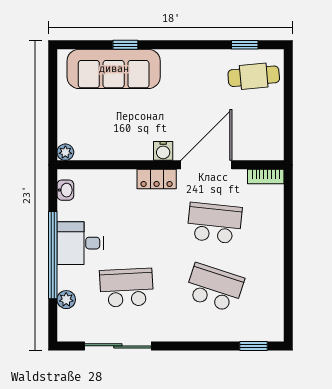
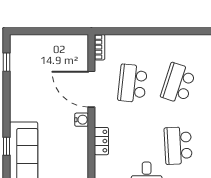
cafe table: (254, 76) -> (29, 56), removed
locker: (157, 179) -> (101, 141), moved

